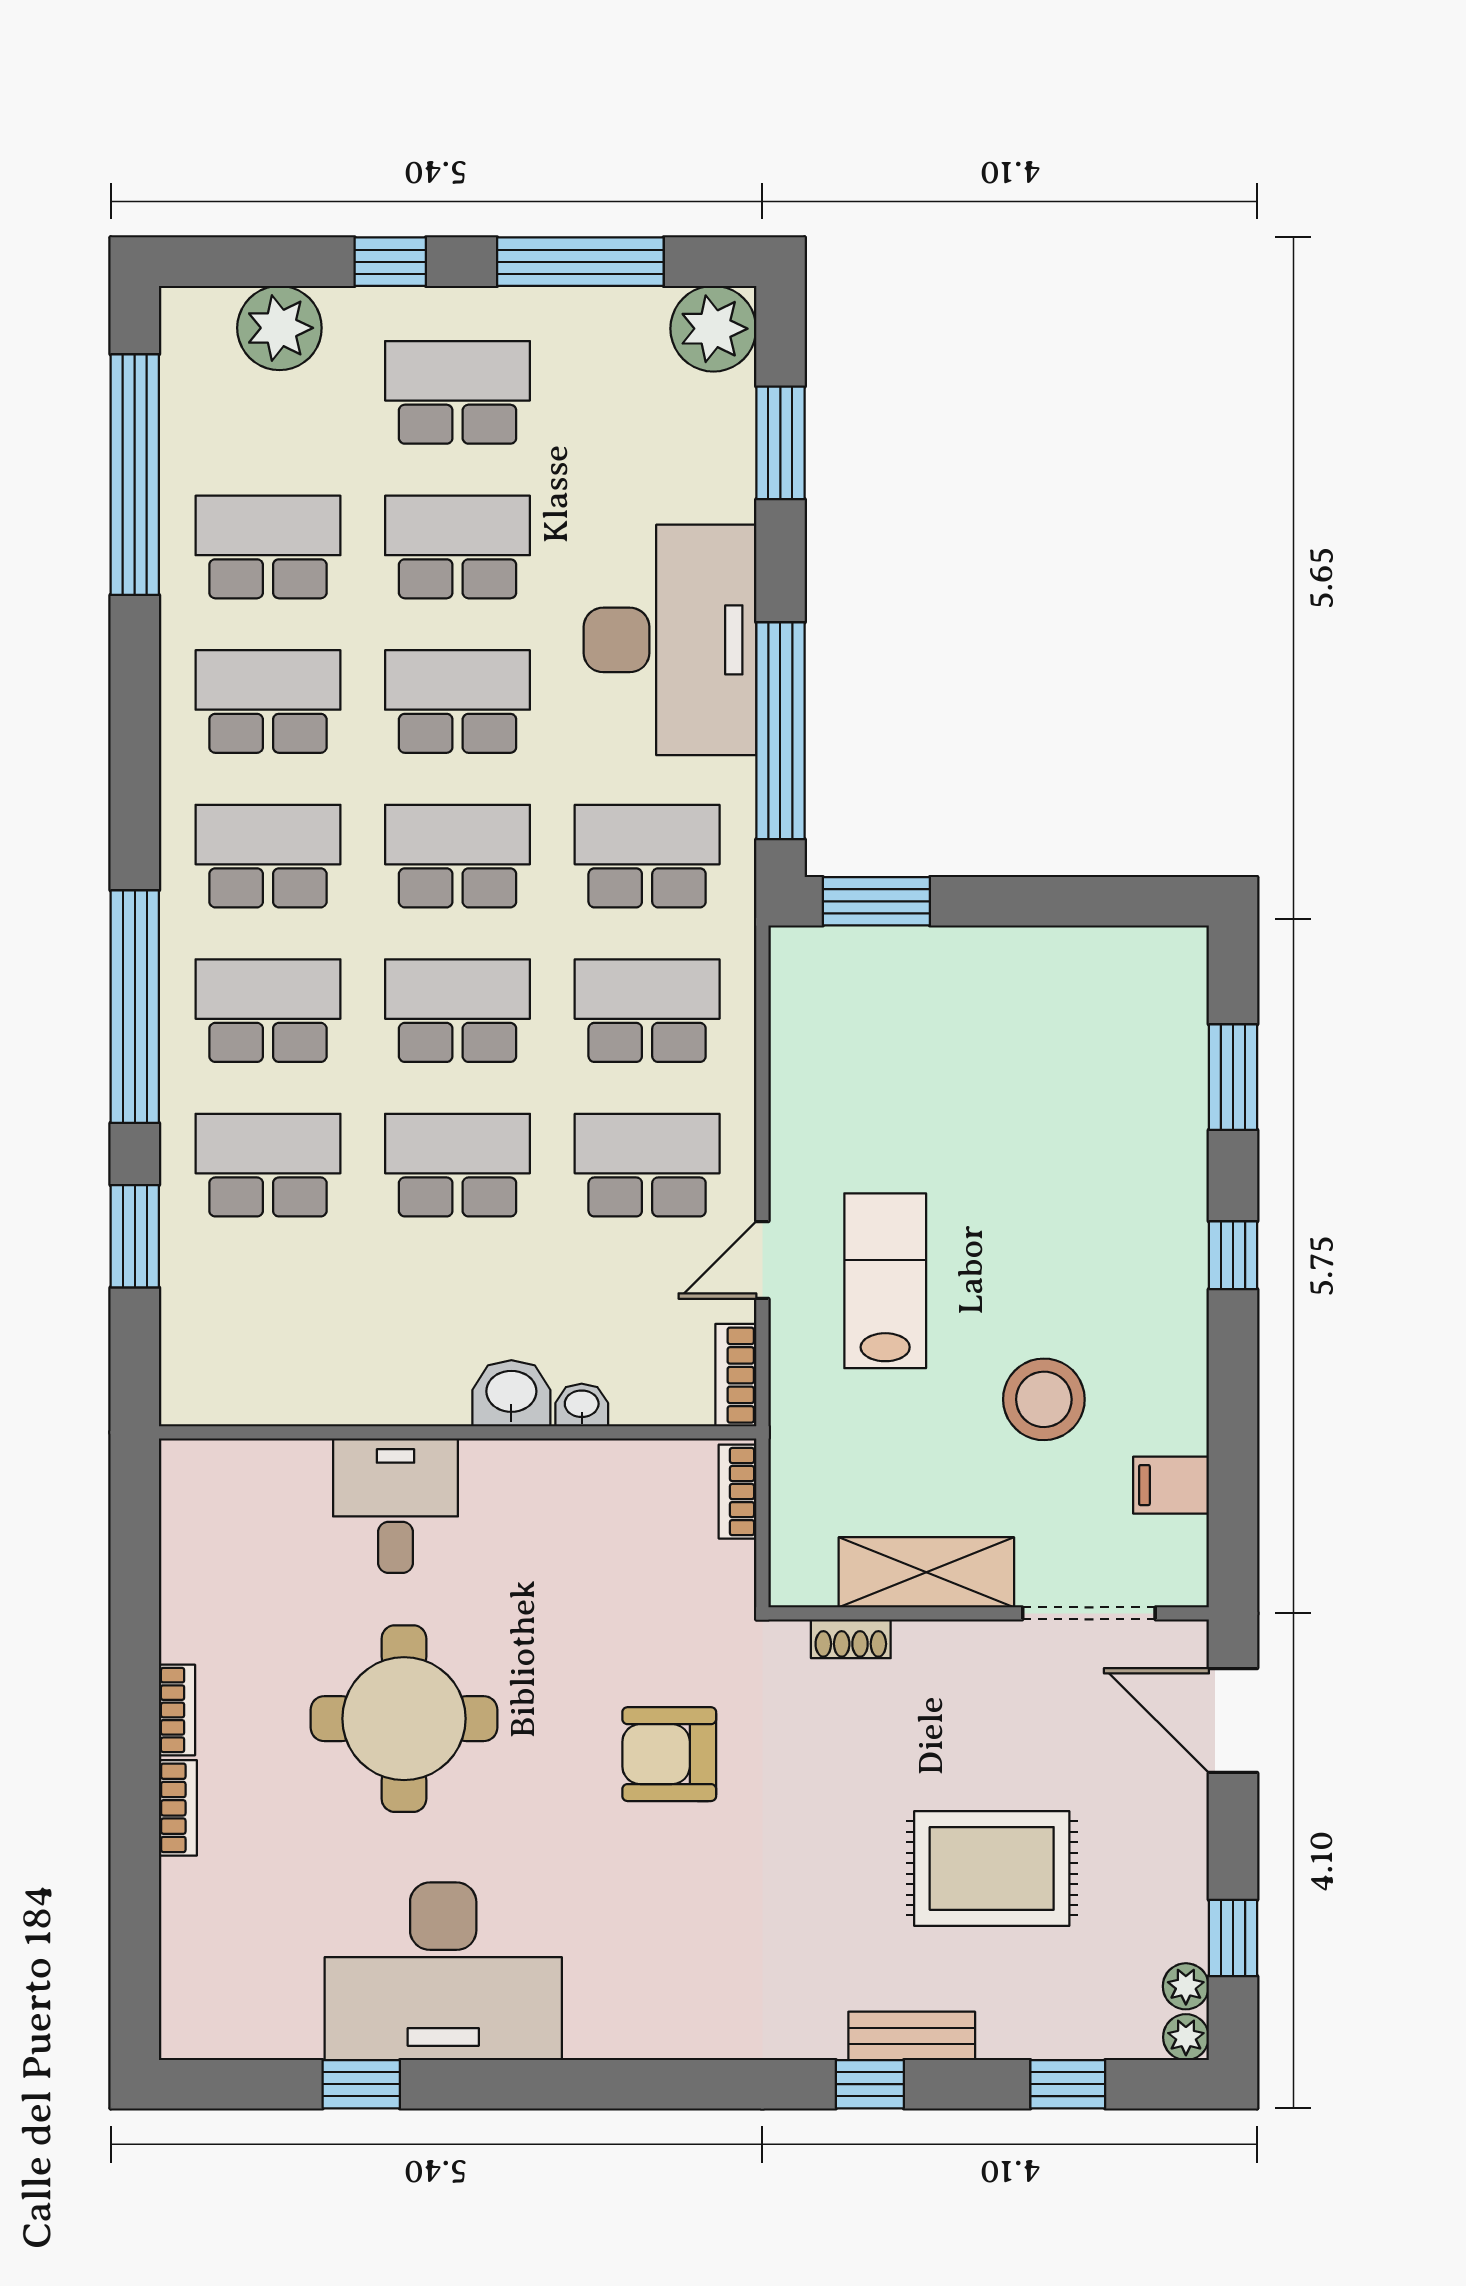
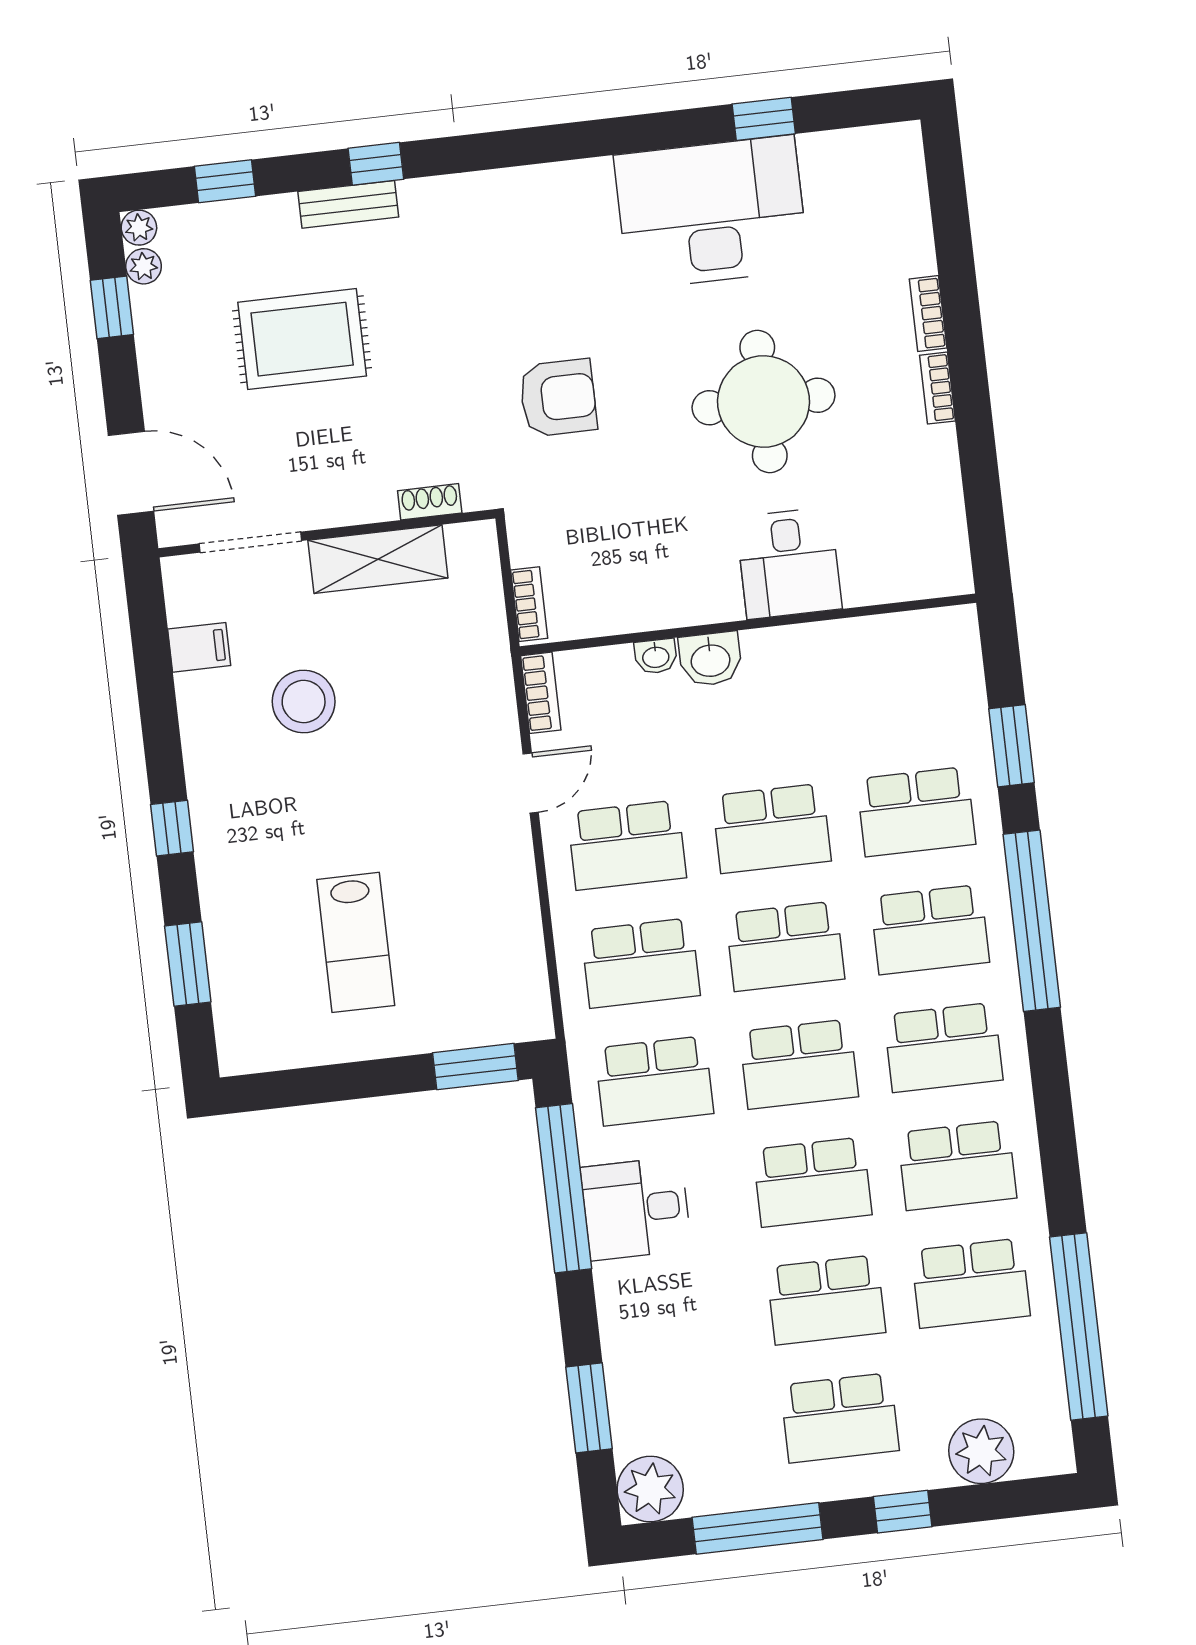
desk: (670, 640) -> (636, 1209), width x0.53, depth x0.77
lab bench: (885, 1281) -> (356, 942), moved

